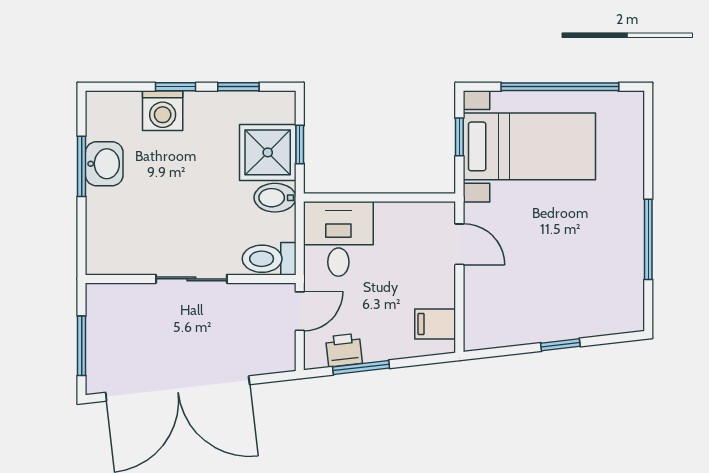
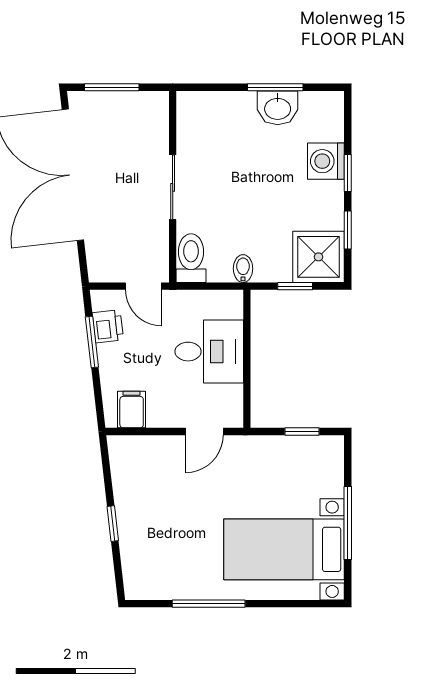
window: (560, 87) -> (348, 523), width x0.68
bed with nightstands: (529, 146) -> (284, 549), moved, turned 90
shower: (268, 152) -> (319, 257), moved
bidet: (275, 198) -> (243, 269), width x0.72, depth x0.74
desk: (338, 239) -> (209, 352), moved

